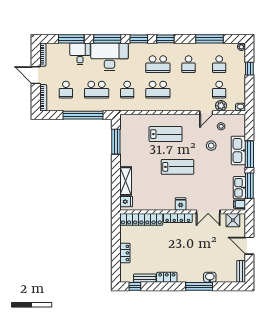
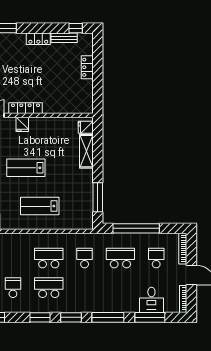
desk: (80, 54) -> (151, 300), moved
desk: (109, 57) -> (105, 296), removed
locker: (141, 219) -> (68, 107), removed

